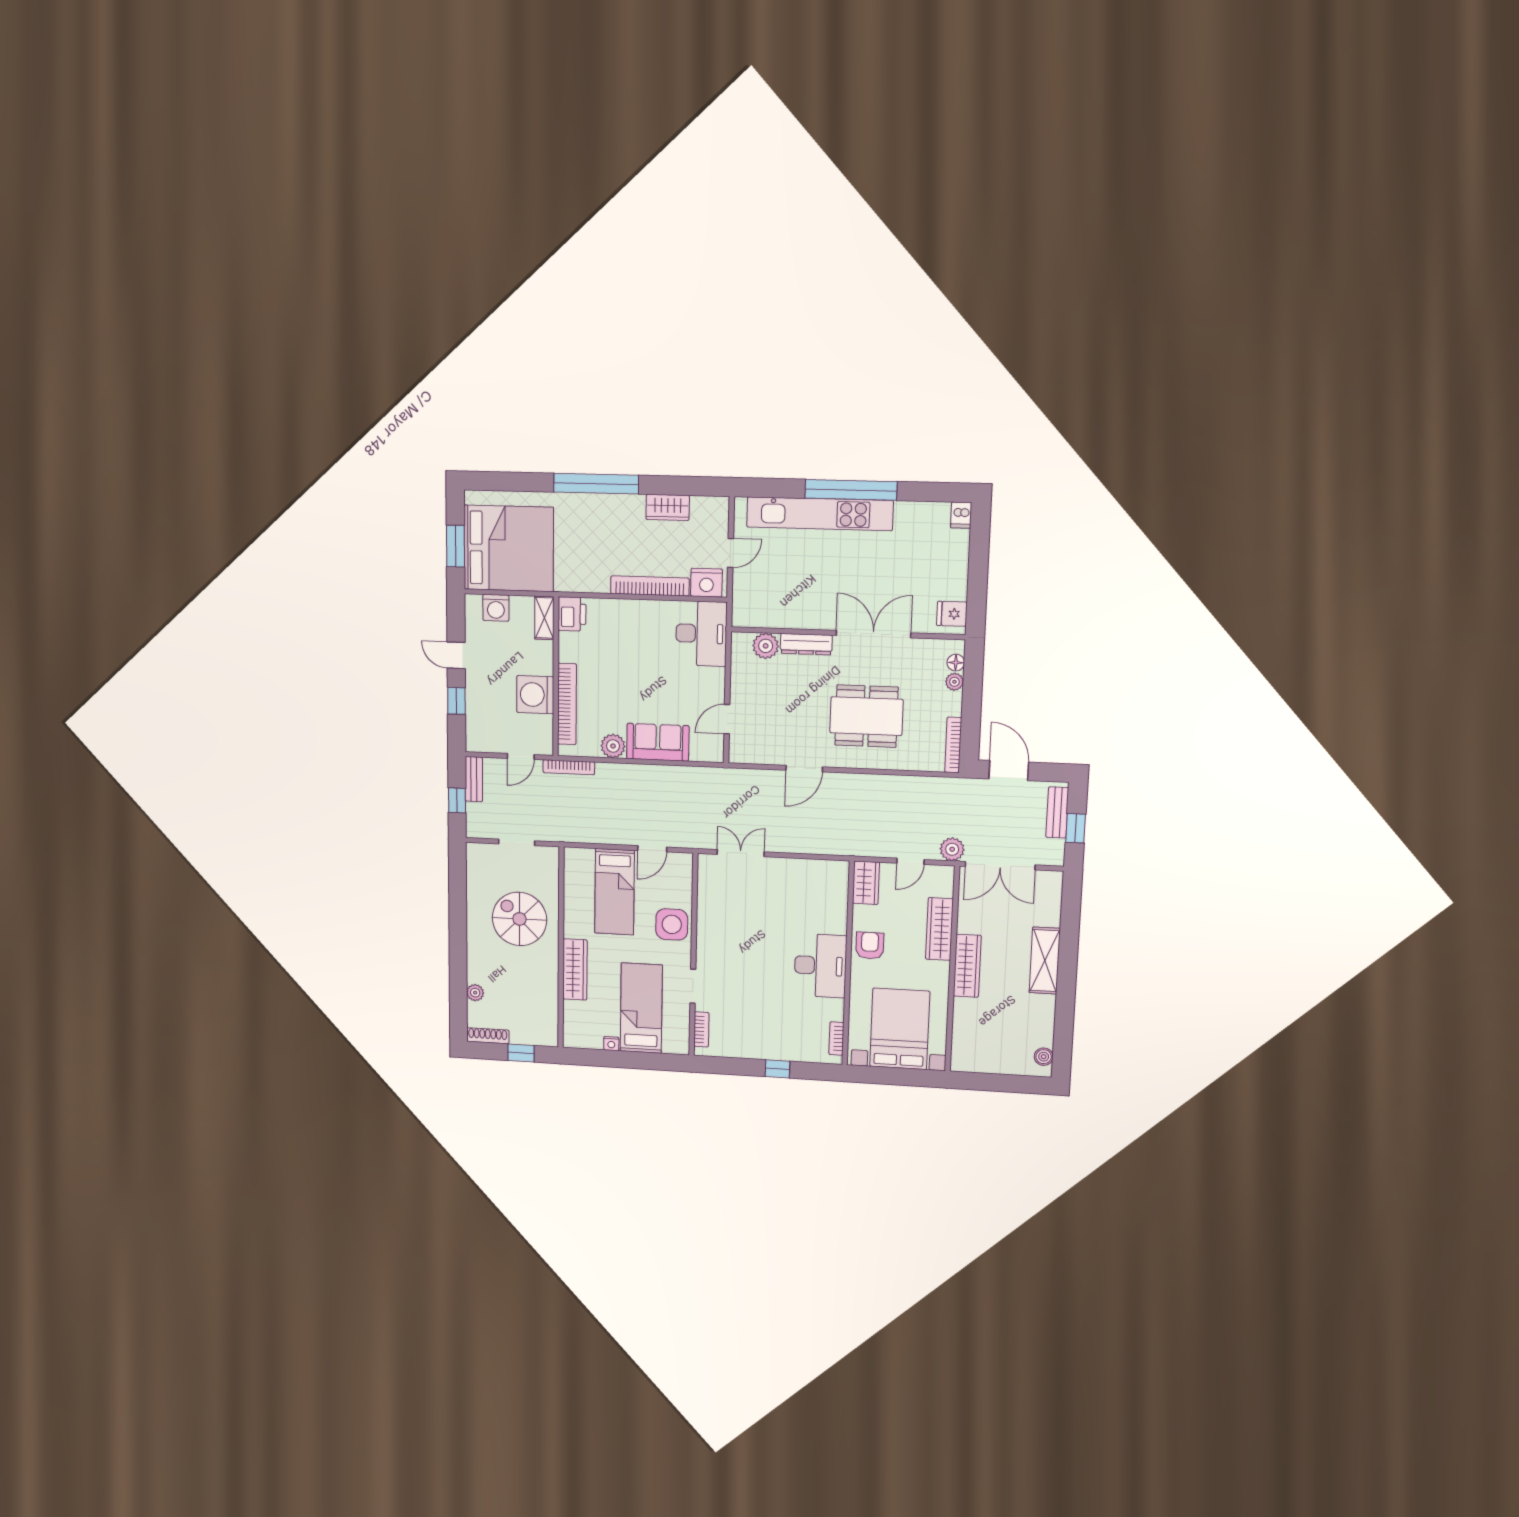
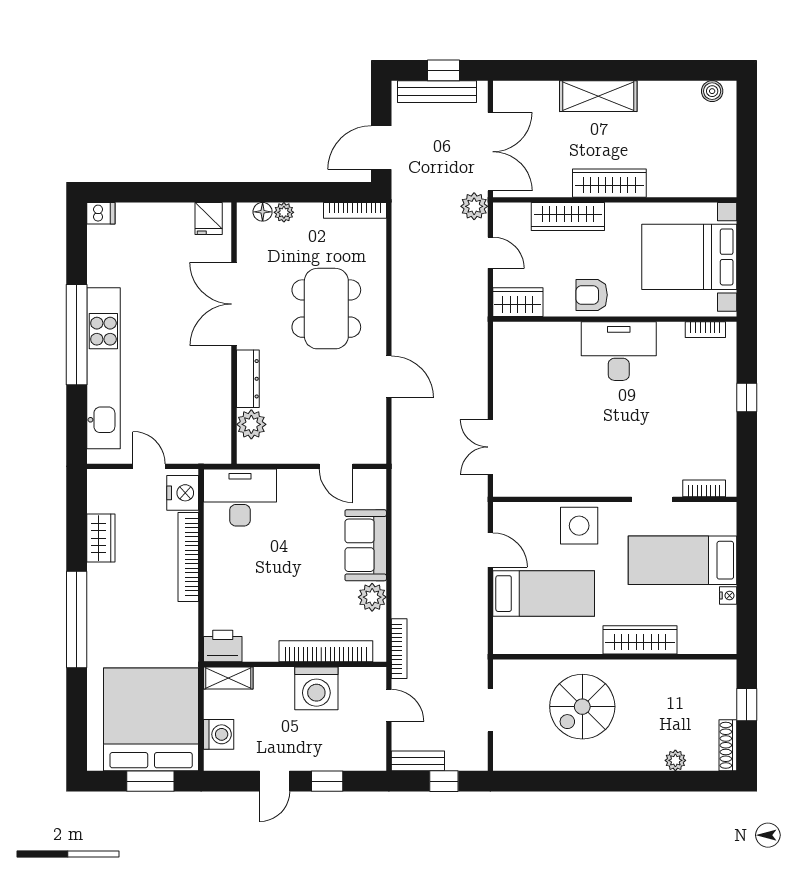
bench: (1057, 813) -> (437, 92), width x1.36

